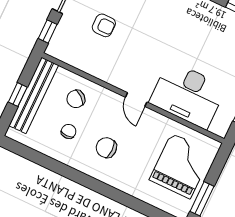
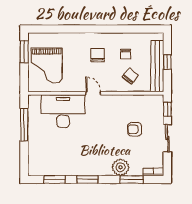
chair: (106, 148) -> (98, 55), turned -90

